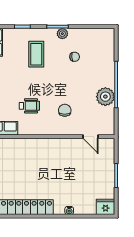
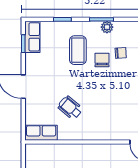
wheelchair: (29, 106) -> (70, 108), turned -140
chair: (65, 110) -> (102, 60), moved

